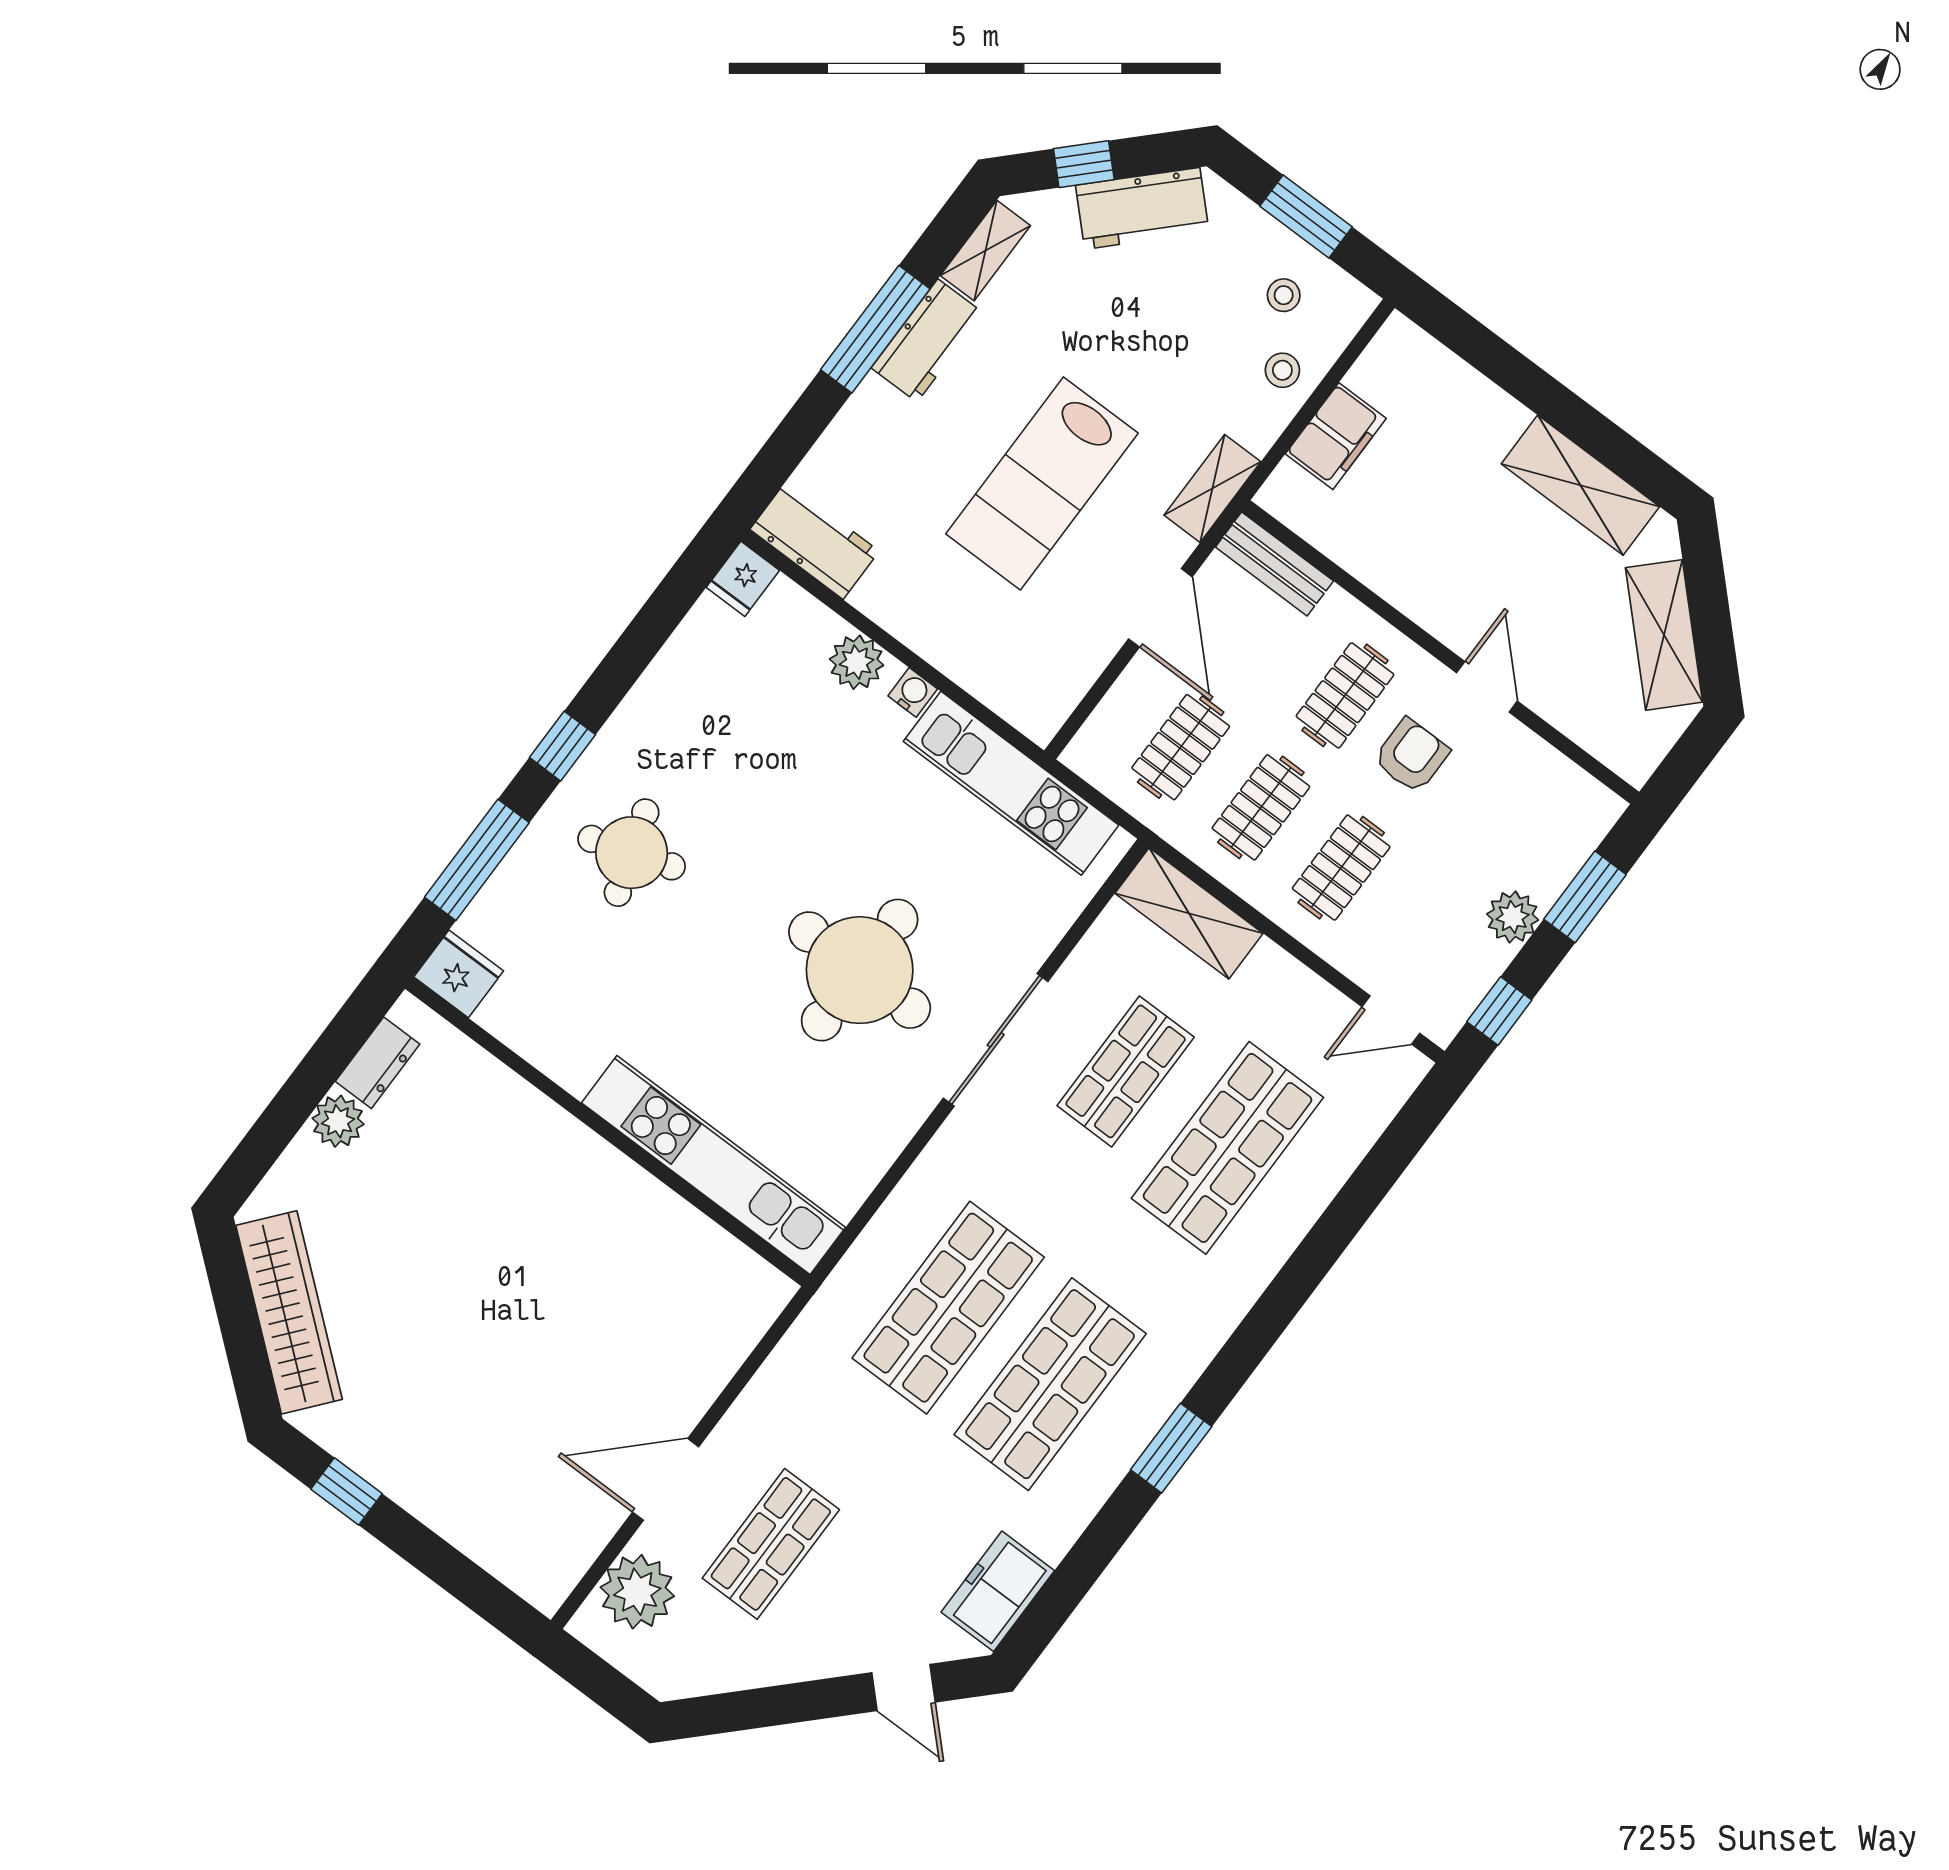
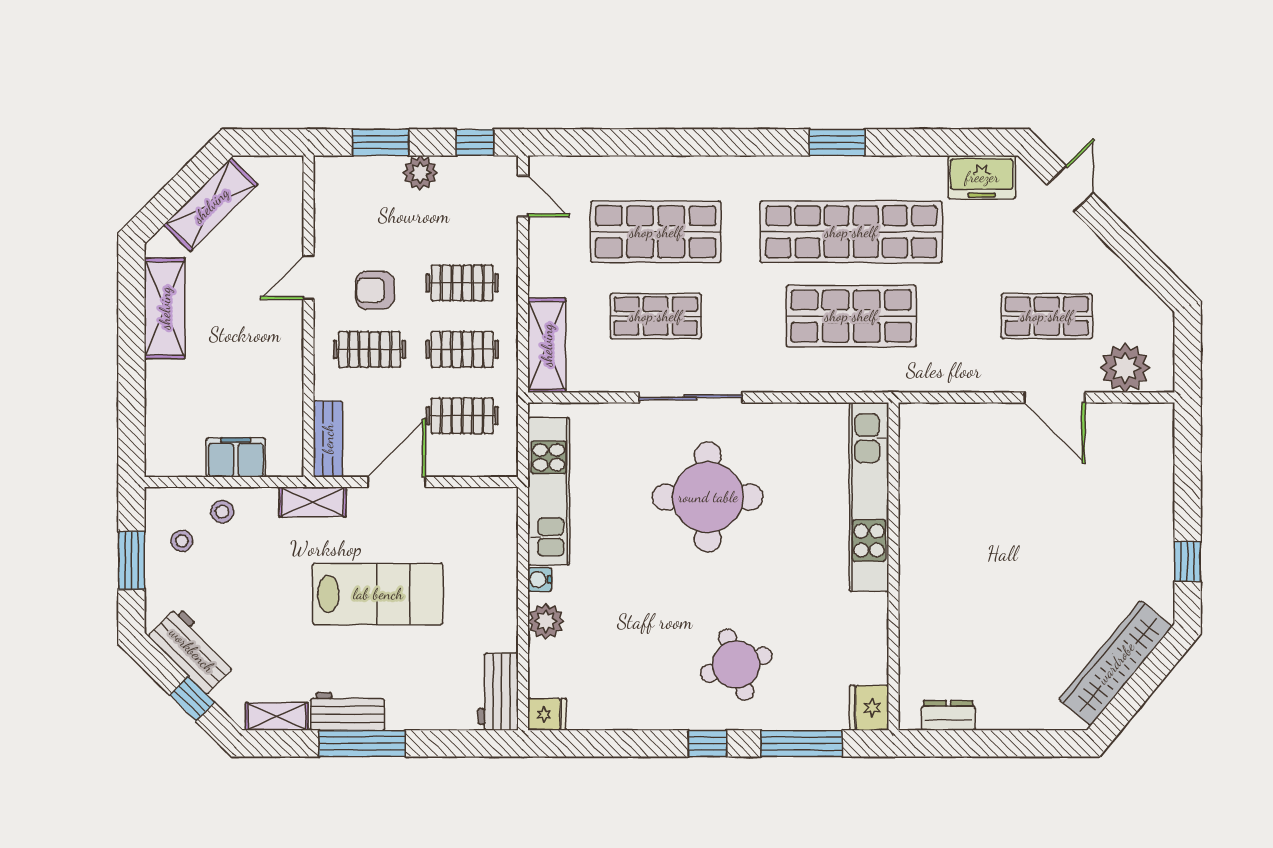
plant: (338, 1121) -> (995, 713), removed
shop shelf: (1050, 1384) -> (851, 232), width x1.40

